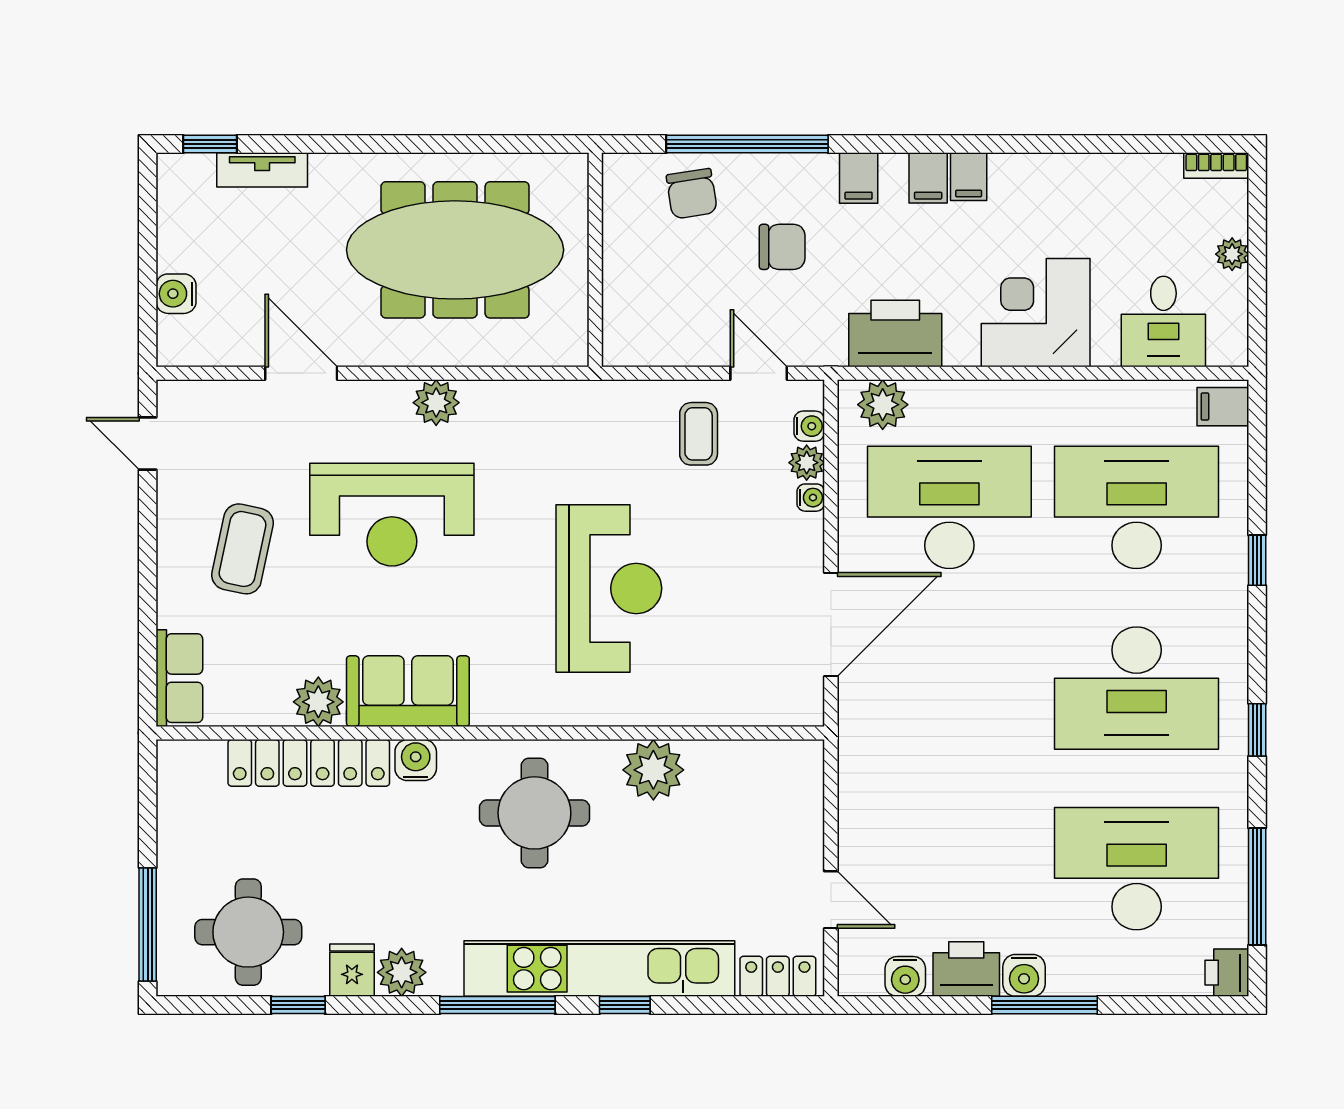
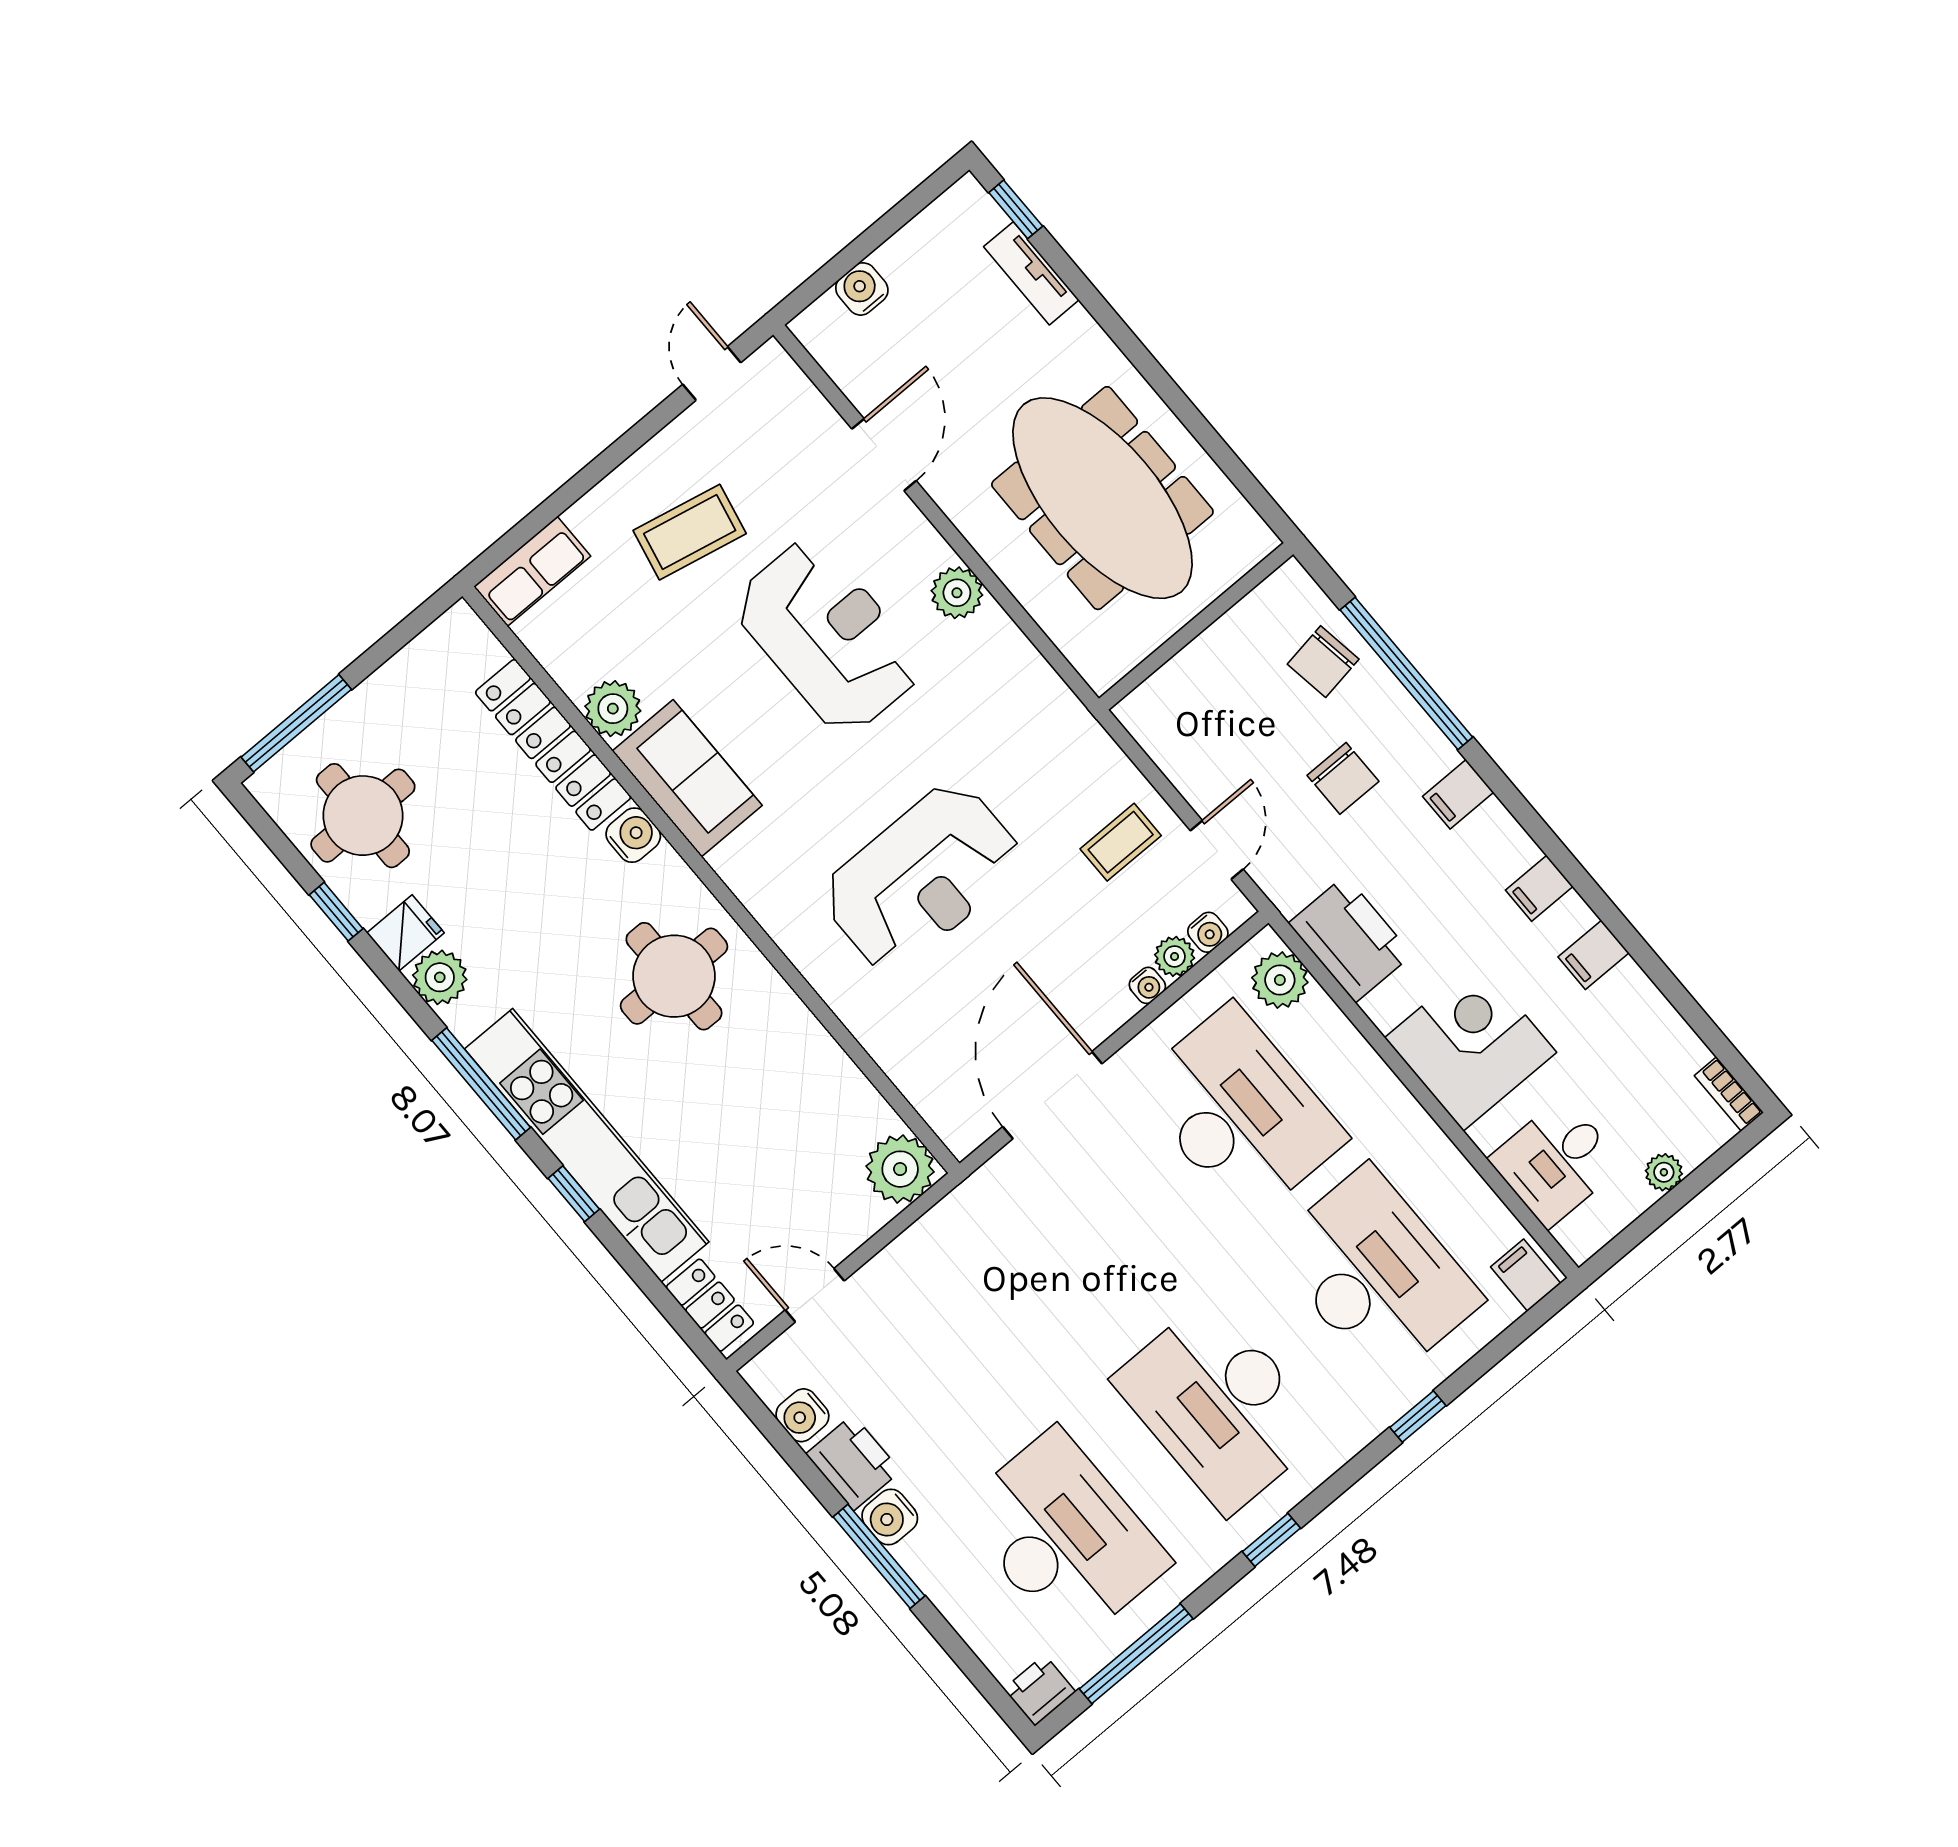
filing cabinet: (928, 178) -> (1593, 955), moved
reception desk: (392, 515) -> (828, 636), turned 180
door: (831, 625) -> (1052, 1095), swing flipped
plant: (653, 770) -> (900, 1169), moved
door: (831, 900) -> (815, 1295), swing flipped

